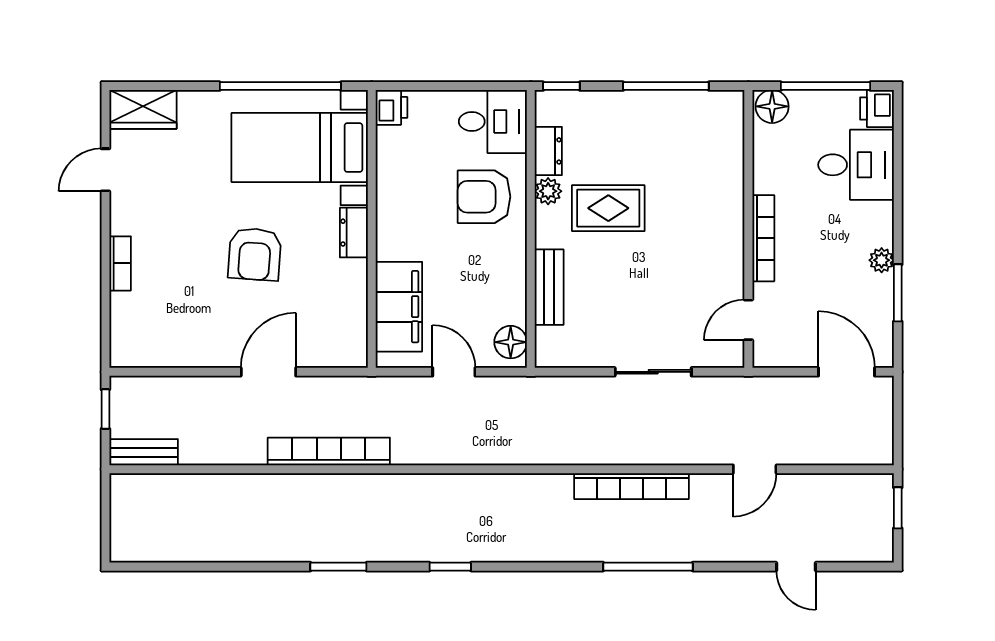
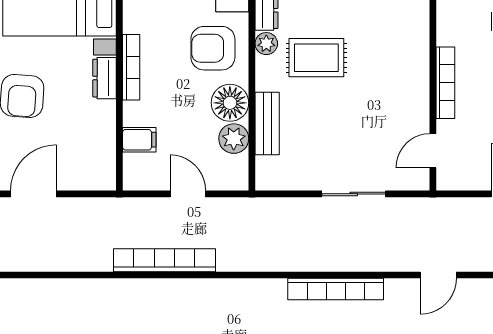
bookcase: (386, 220) -> (131, 67), added
plant: (509, 305) -> (234, 139), added
filing cabinet: (399, 307) -> (139, 140), width x0.33, depth x0.86
floor lamp: (511, 342) -> (230, 103), moved, width x1.38, depth x1.38
bookcase: (329, 451) -> (164, 260), moved

